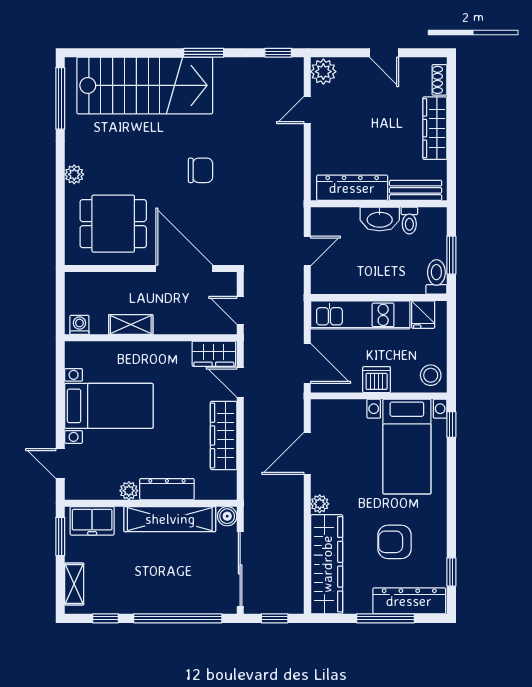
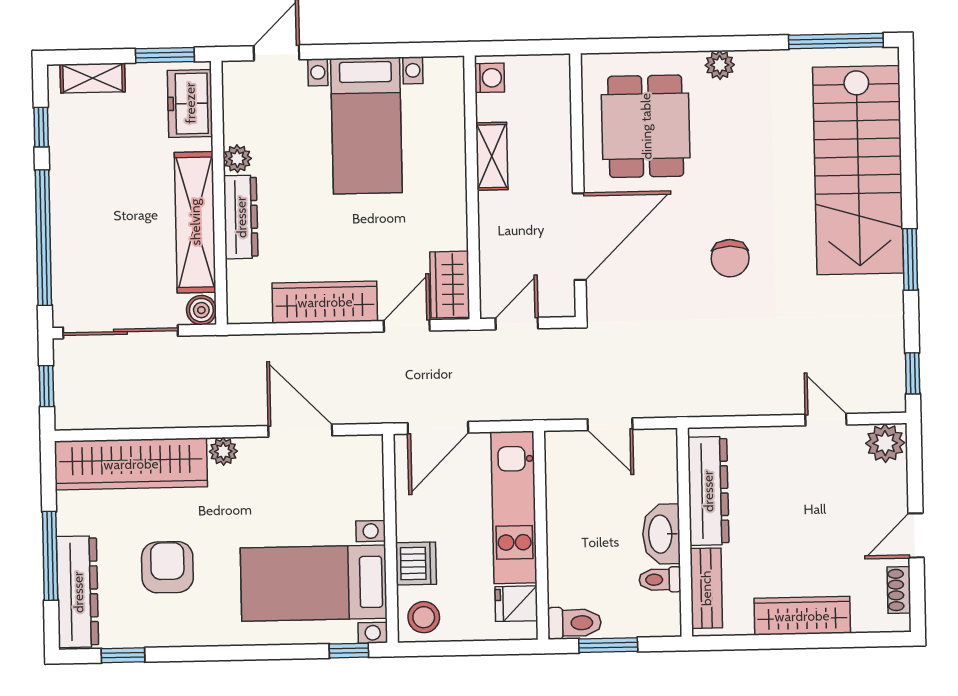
shoe rack: (440, 80) -> (899, 590), moved, turned -90
dishwasher: (377, 380) -> (416, 563), moved

